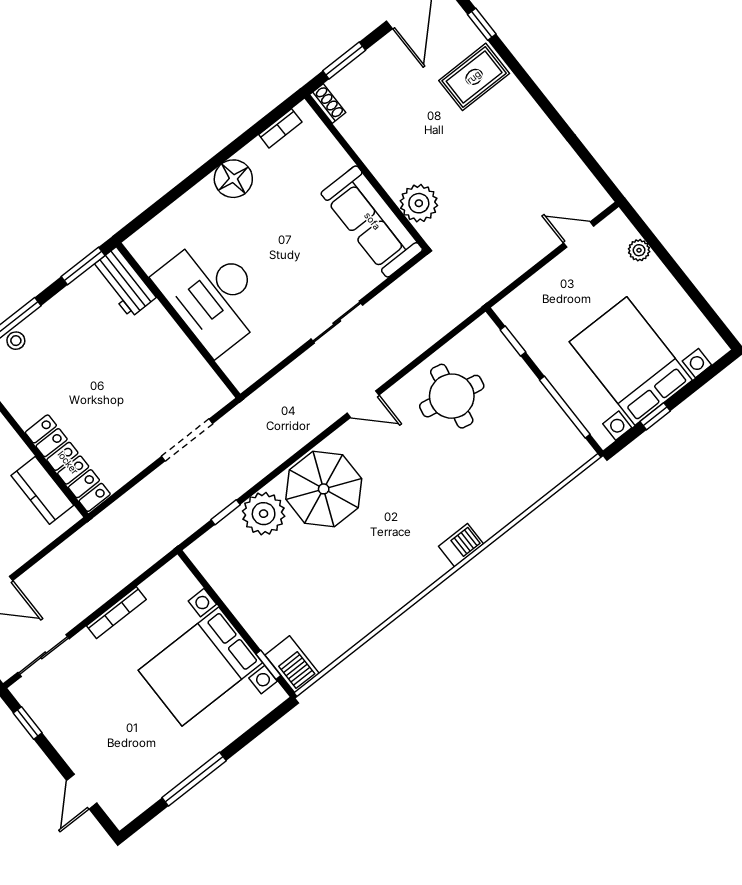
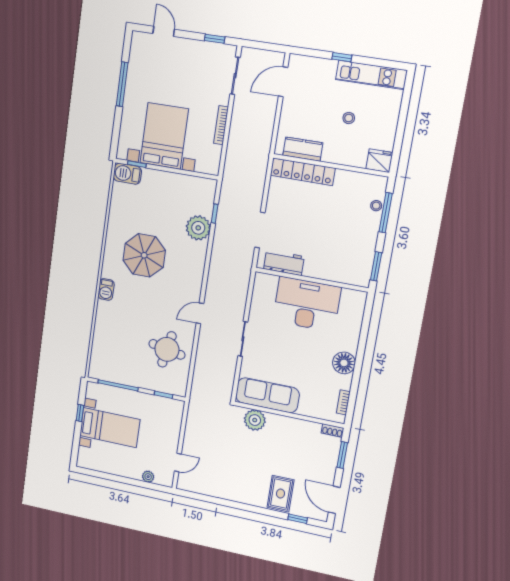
workbench: (123, 282) -> (284, 263), moved
bed with nightstands: (631, 361) -> (110, 428), width x0.73
parasol: (324, 489) -> (144, 255), moved

